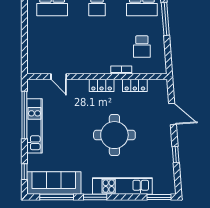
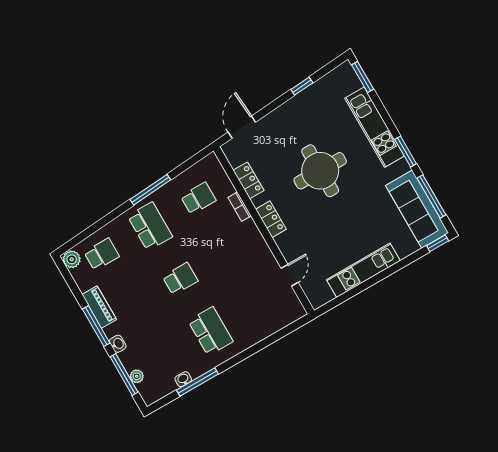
door: (173, 114) -> (242, 127), moved
window: (24, 115) -> (357, 290), removed
window: (24, 172) -> (438, 243), moved

